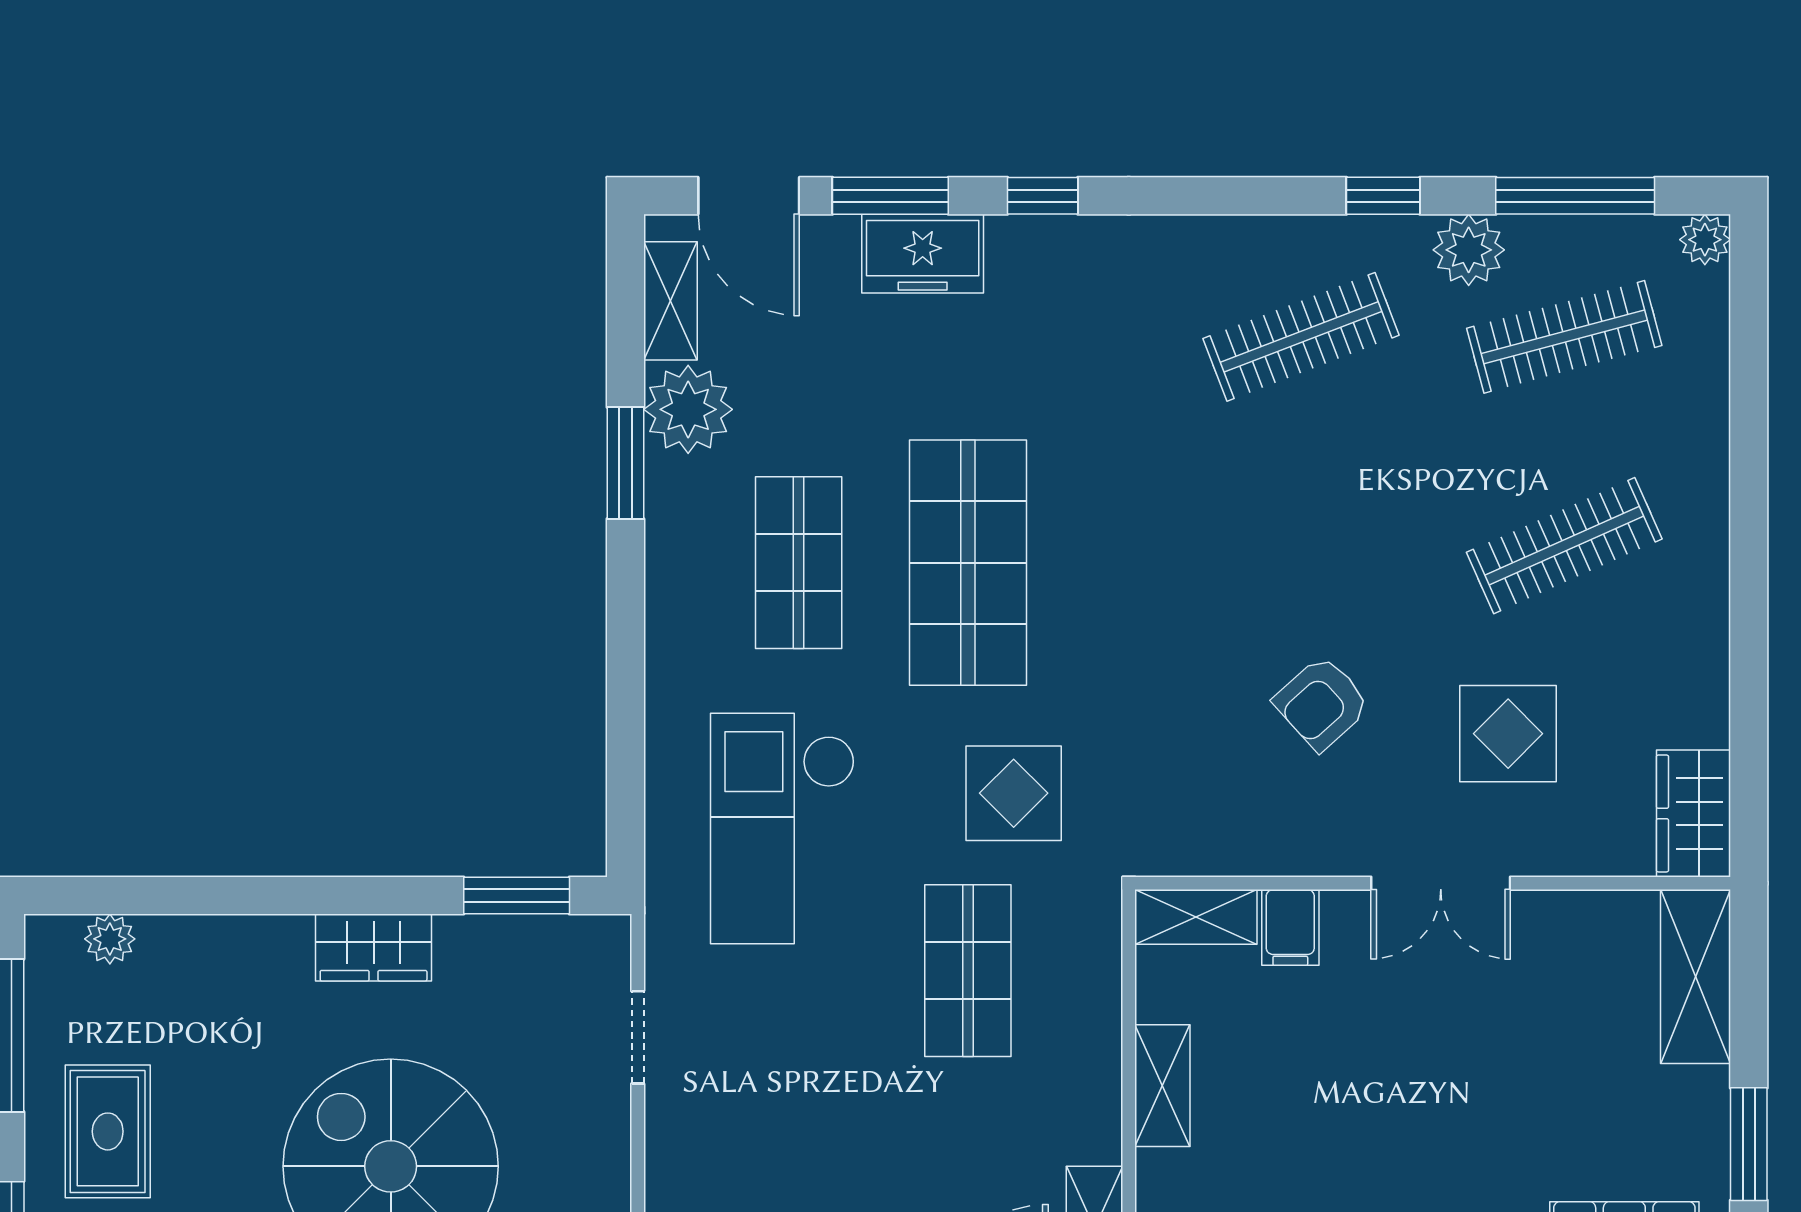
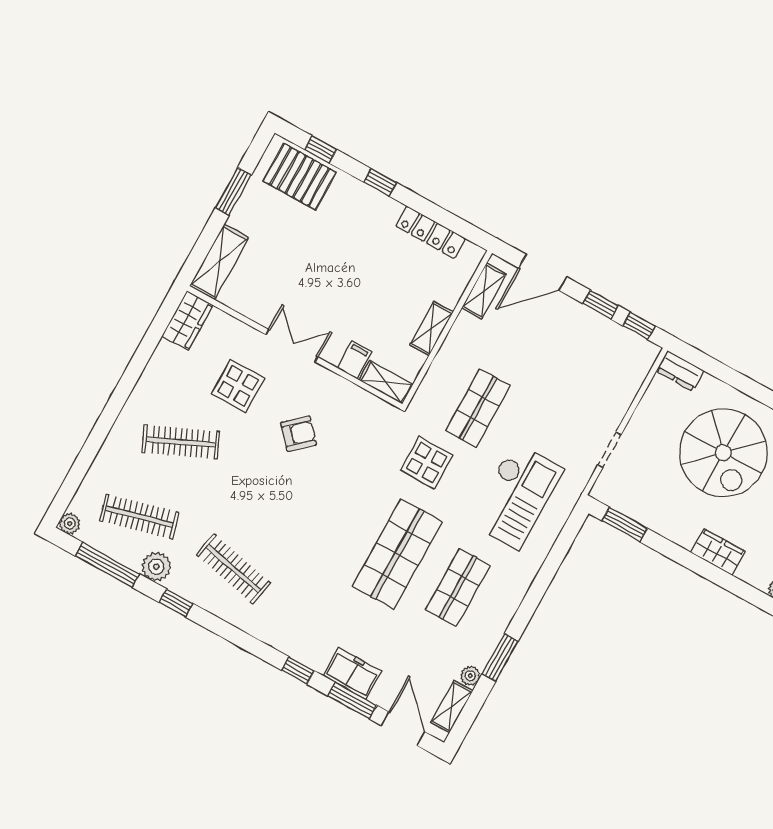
clothes rail: (1301, 337) -> (233, 569), turned 33
plant: (688, 409) -> (470, 676), width x0.53, depth x0.53
wardrobe: (374, 947) -> (718, 552), moved

